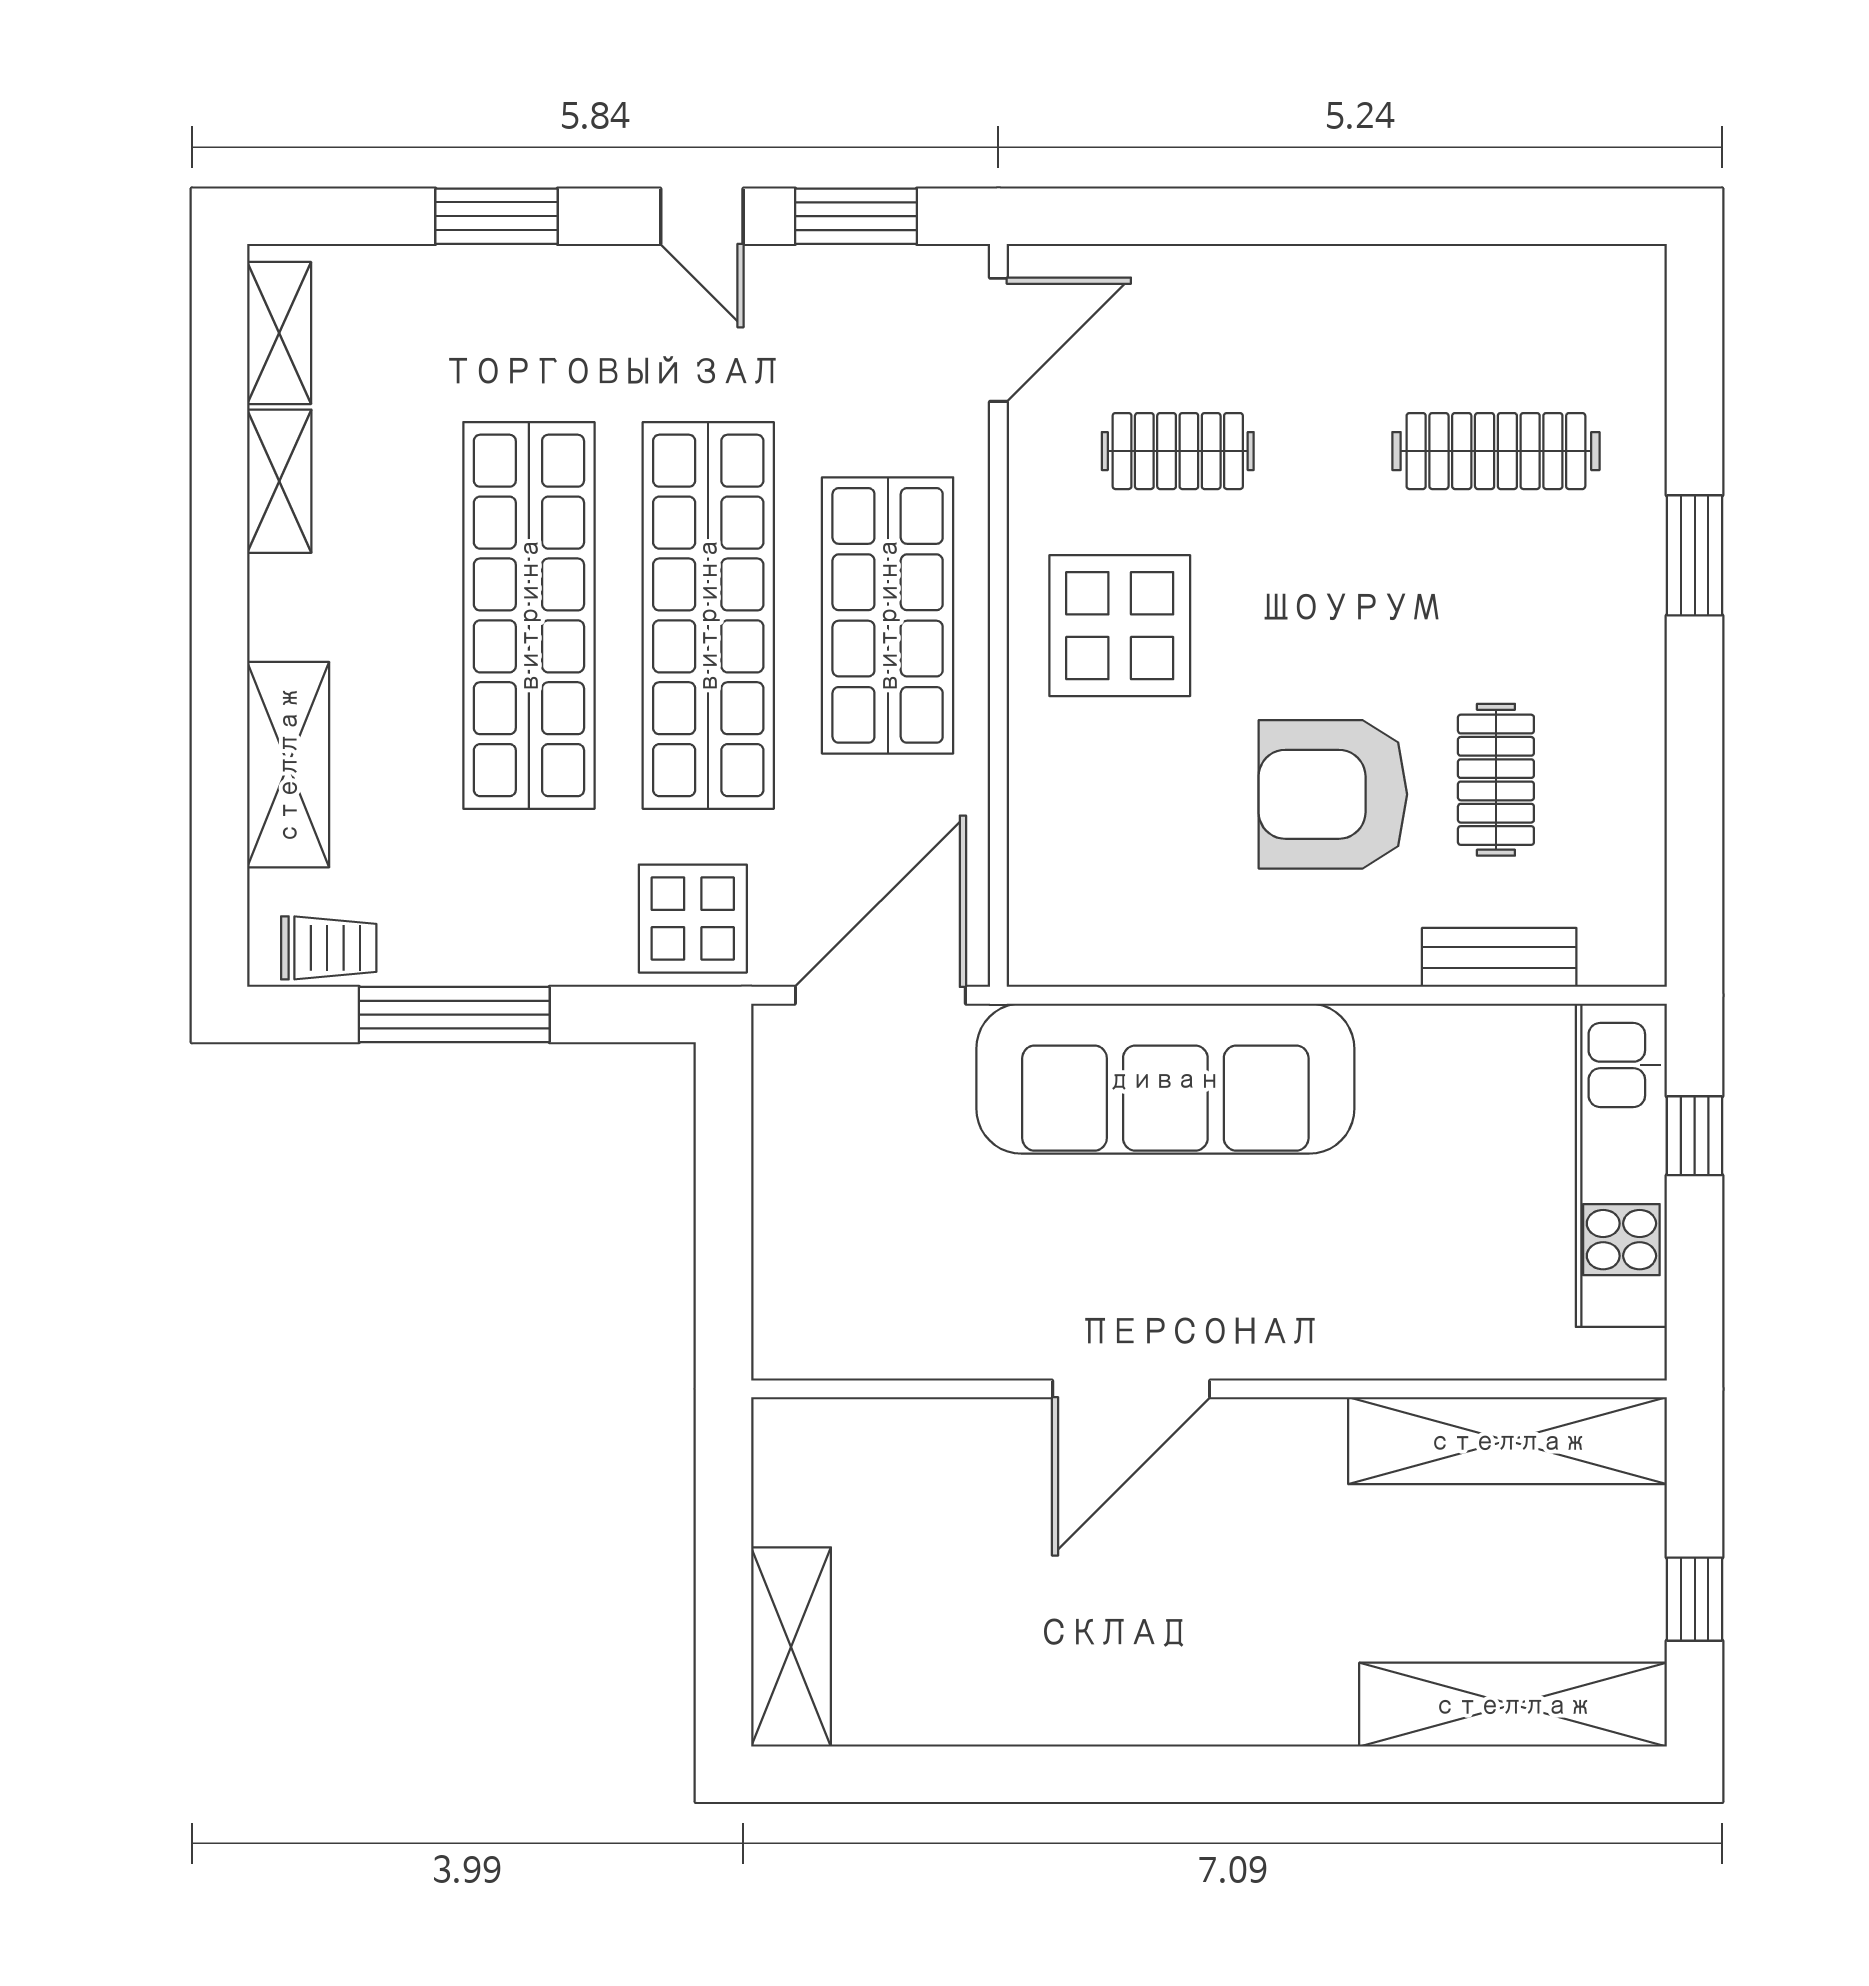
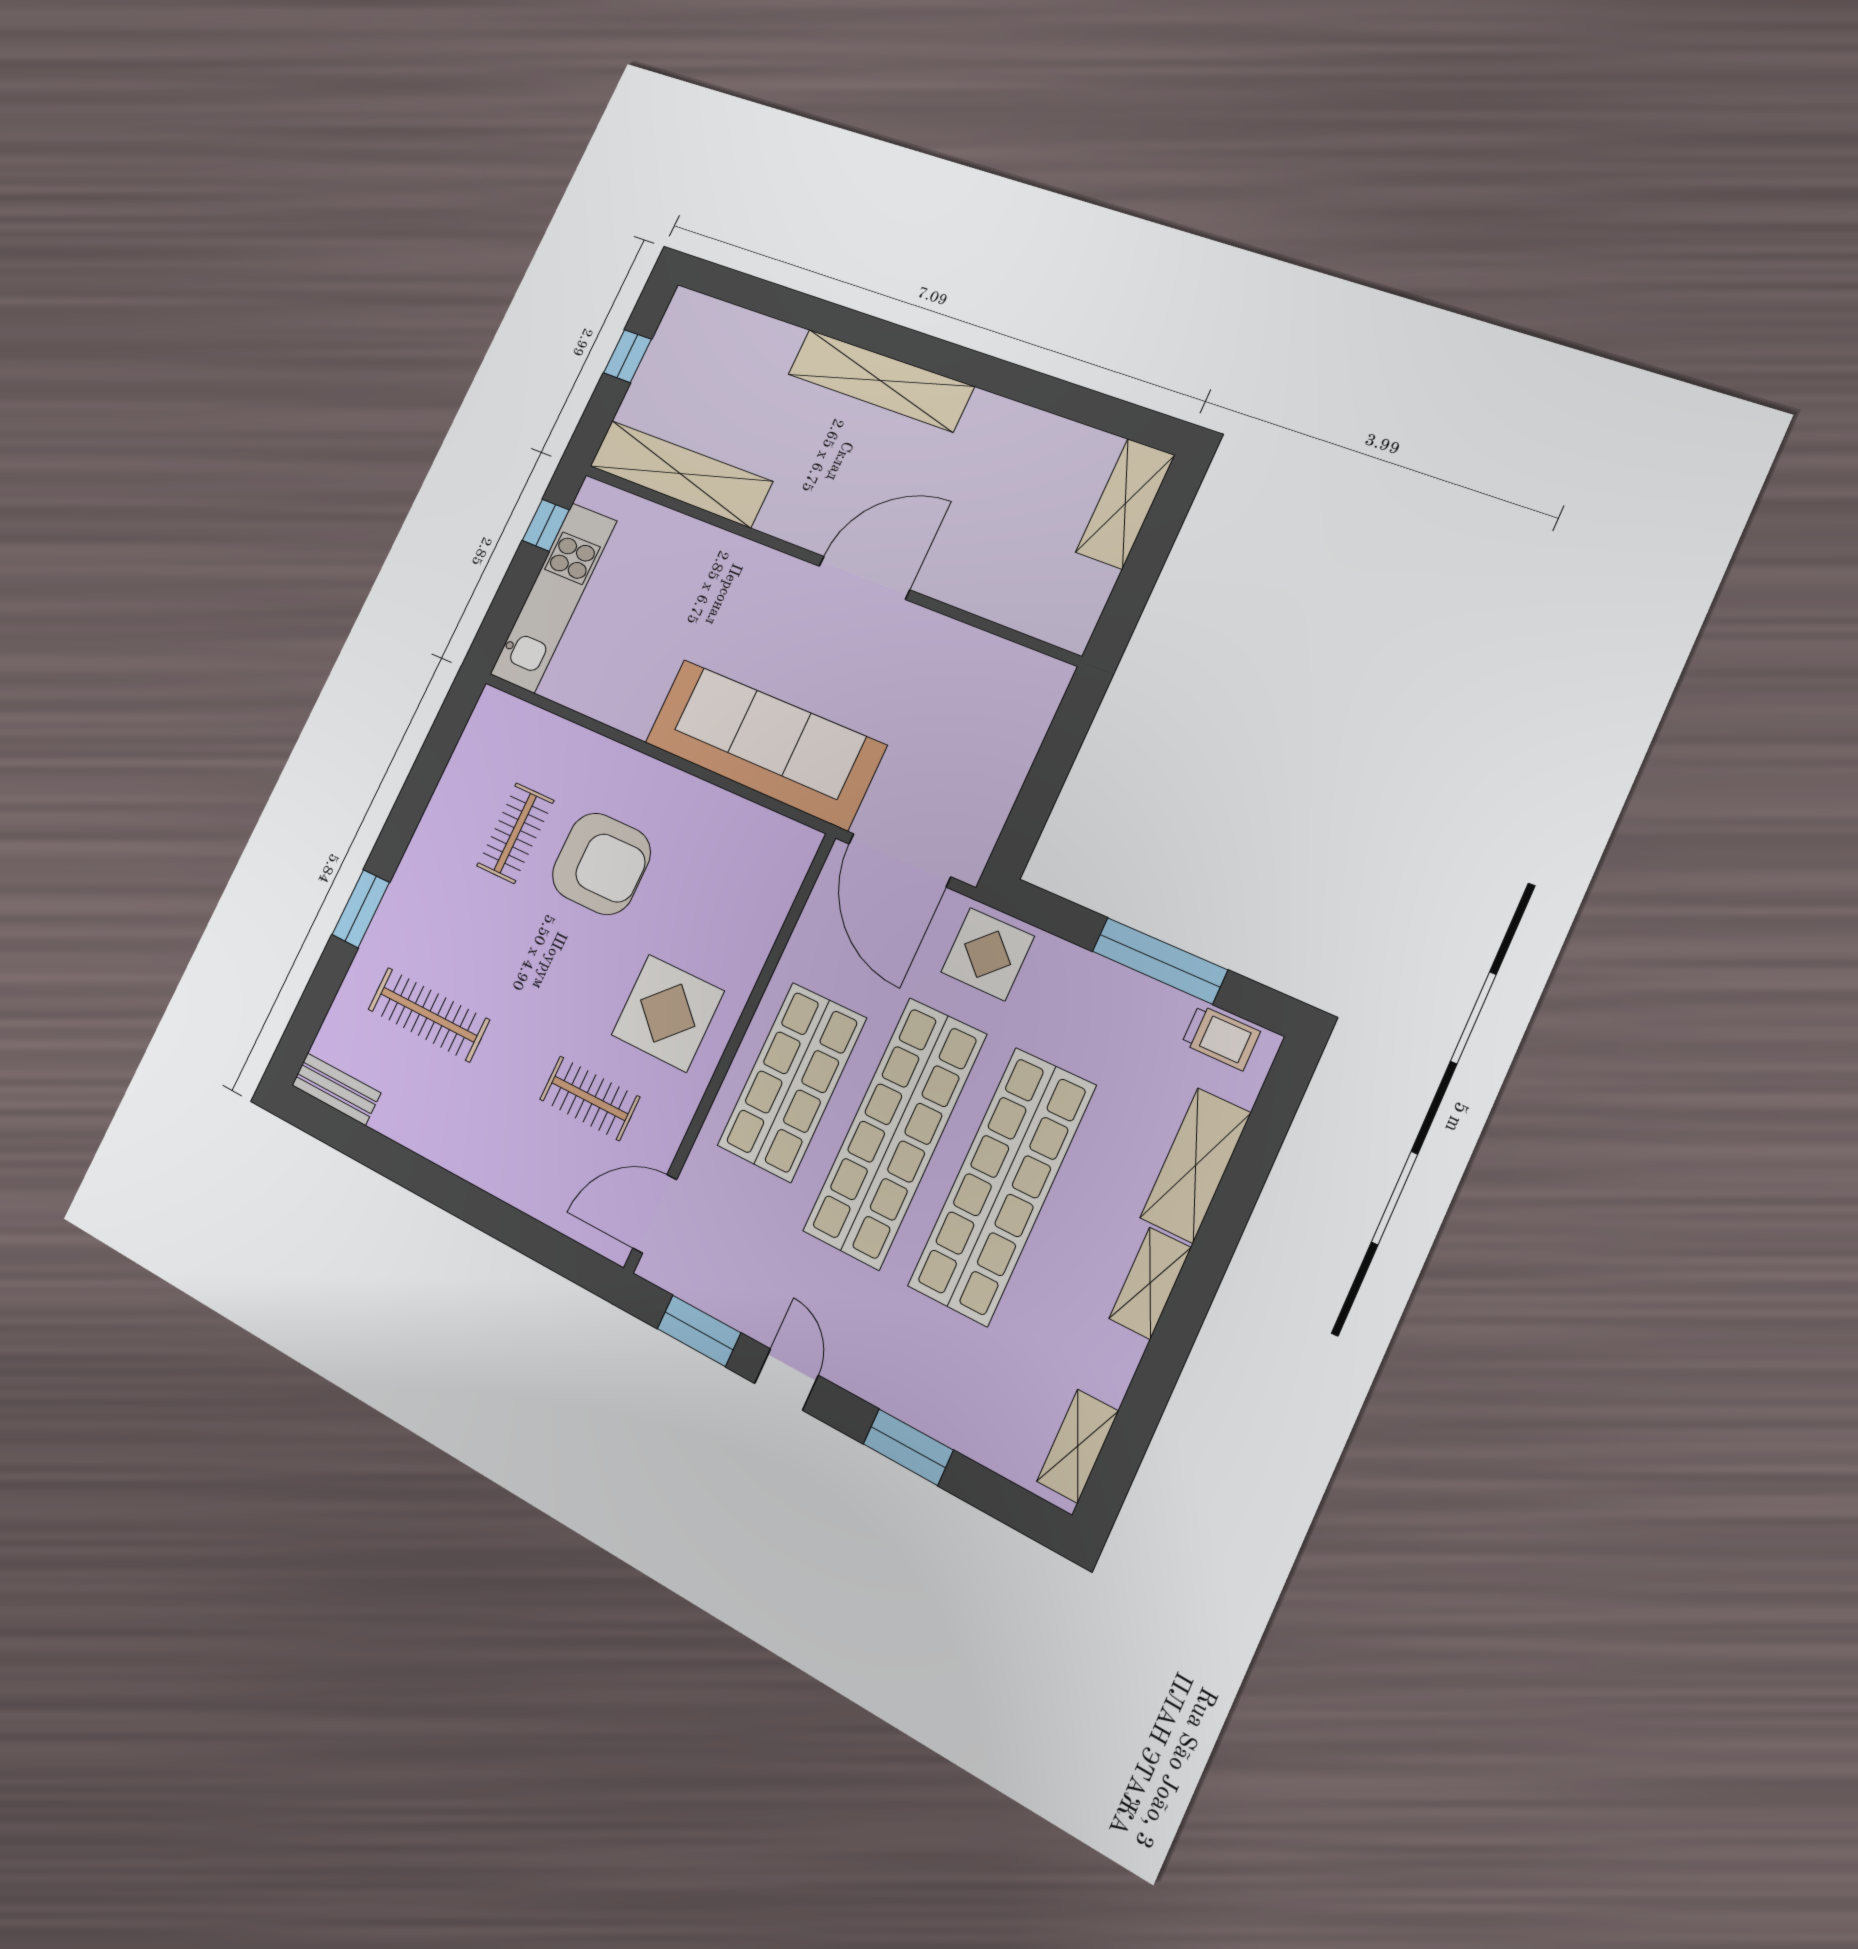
shelving: (279, 481) -> (1150, 1283), moved
trolley: (329, 948) -> (1221, 1037), turned 180
bench: (1499, 957) -> (336, 1089), moved
door: (880, 995) -> (899, 860), hinge flipped
window: (1695, 1136) -> (546, 525), moved
shelving: (1513, 1705) -> (880, 380), moved

